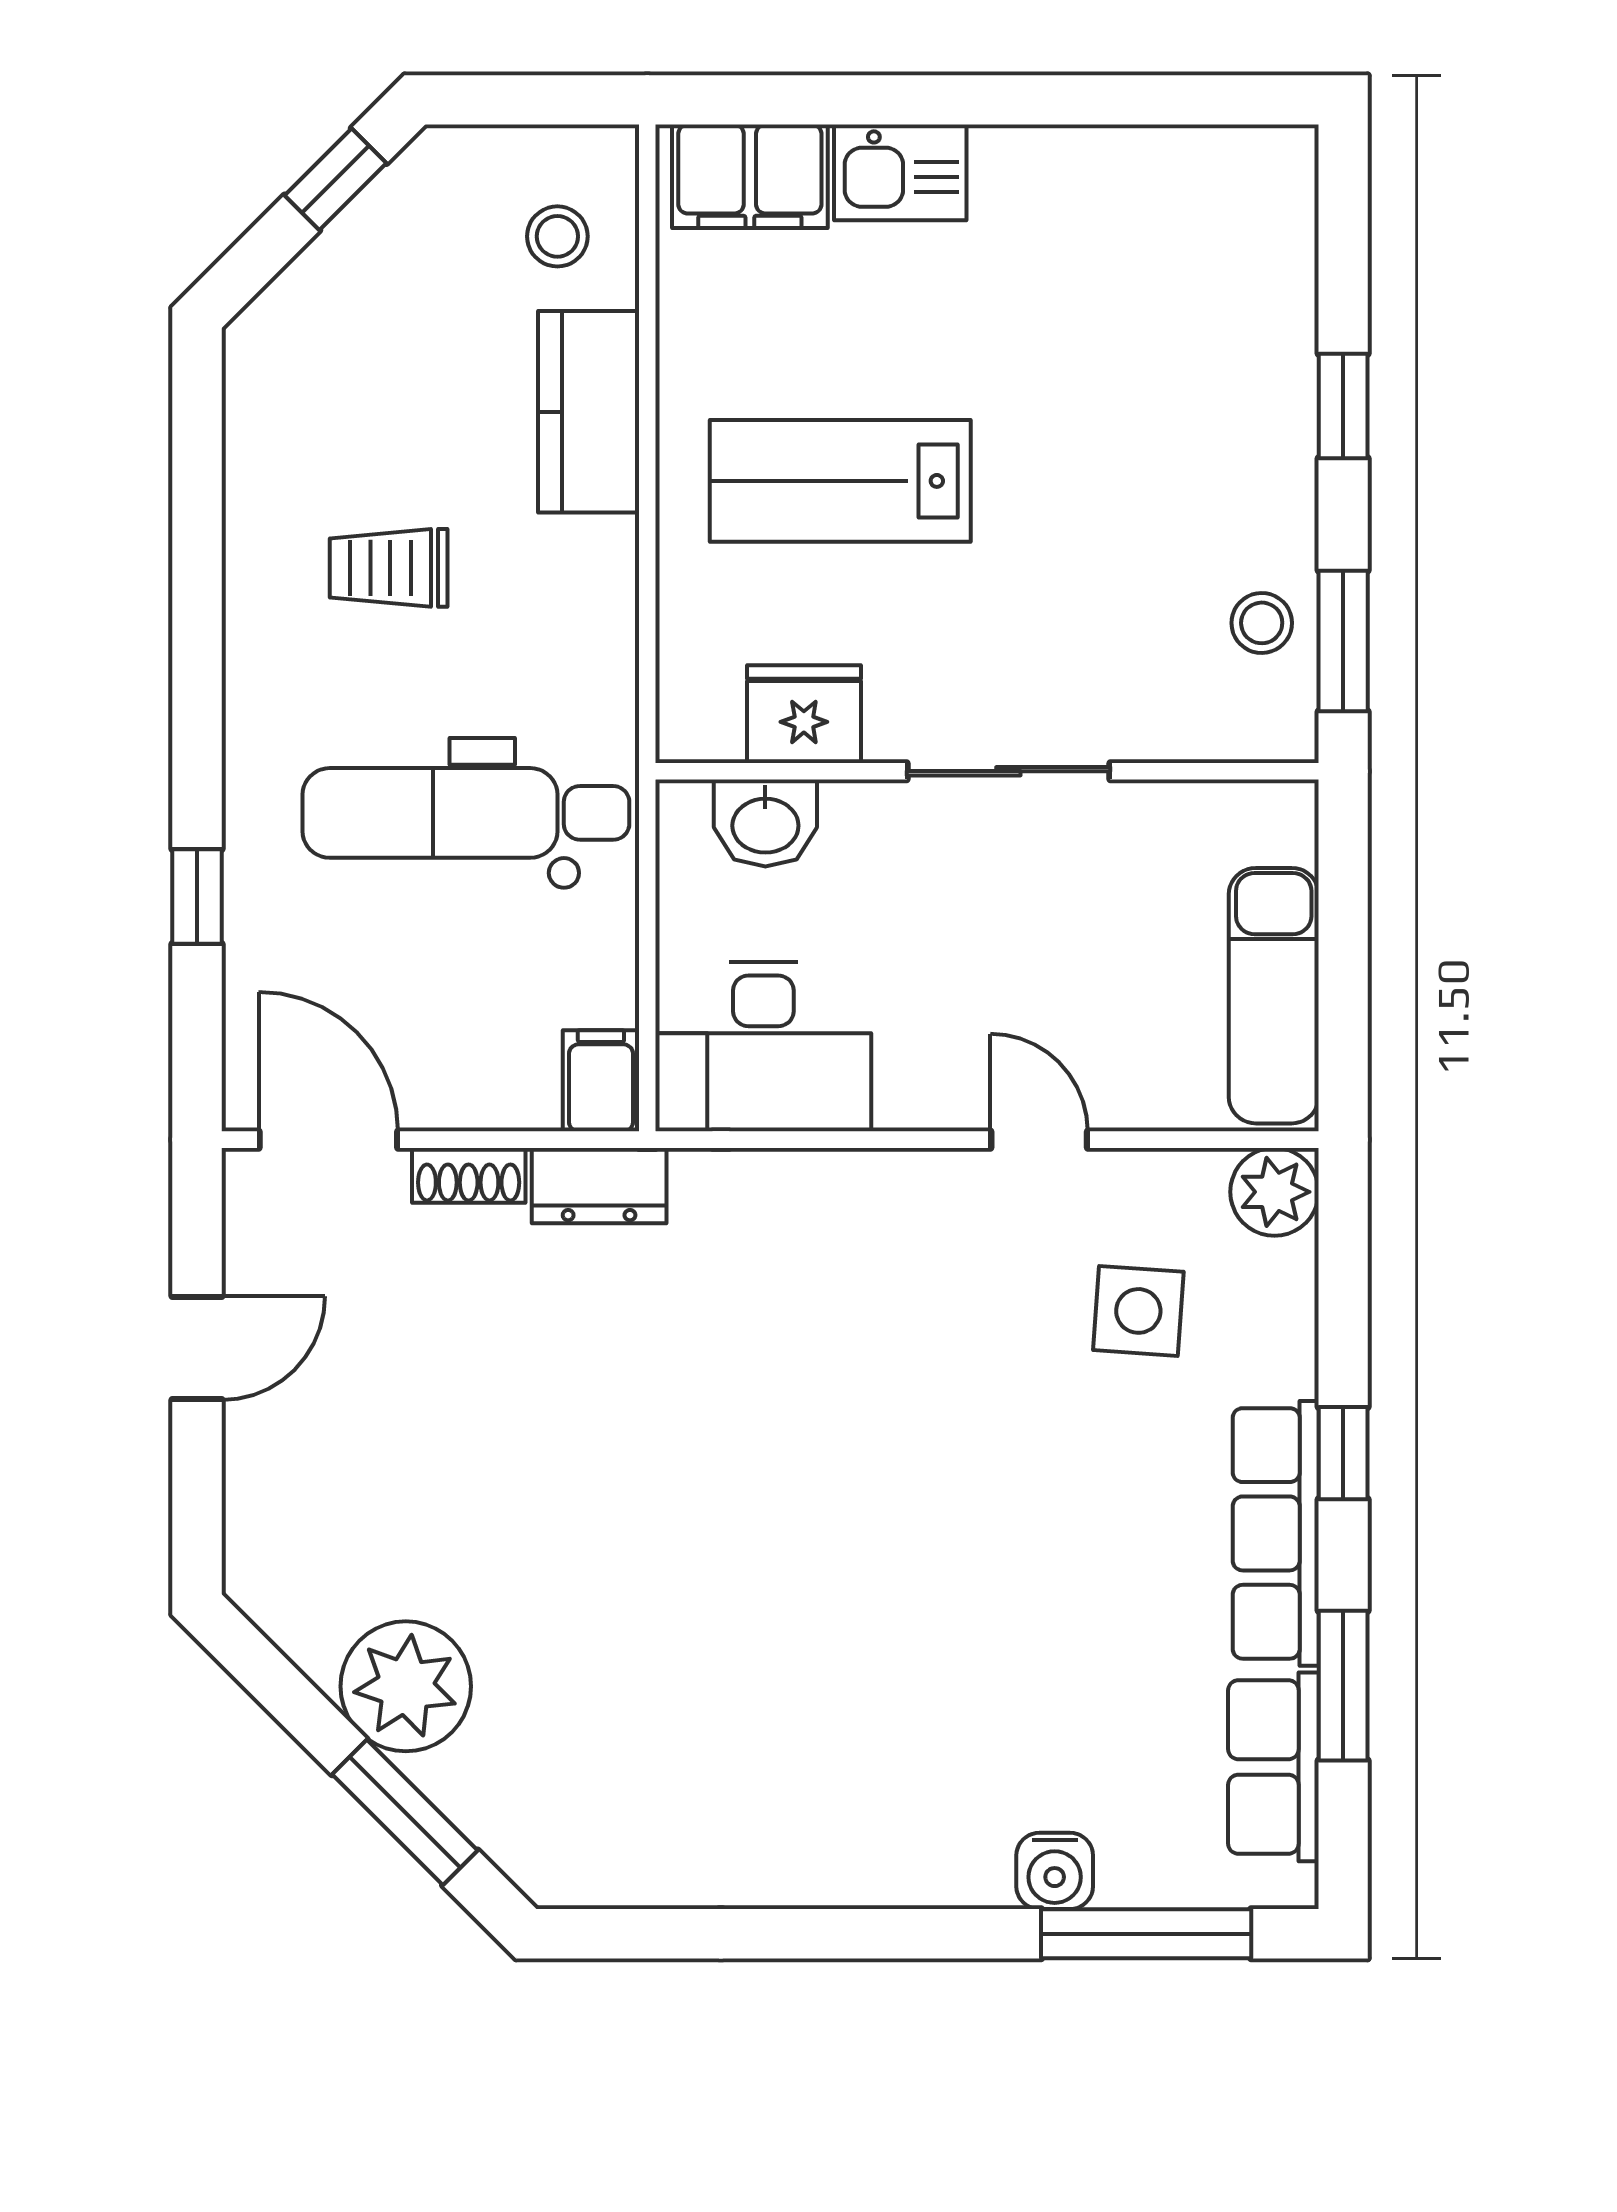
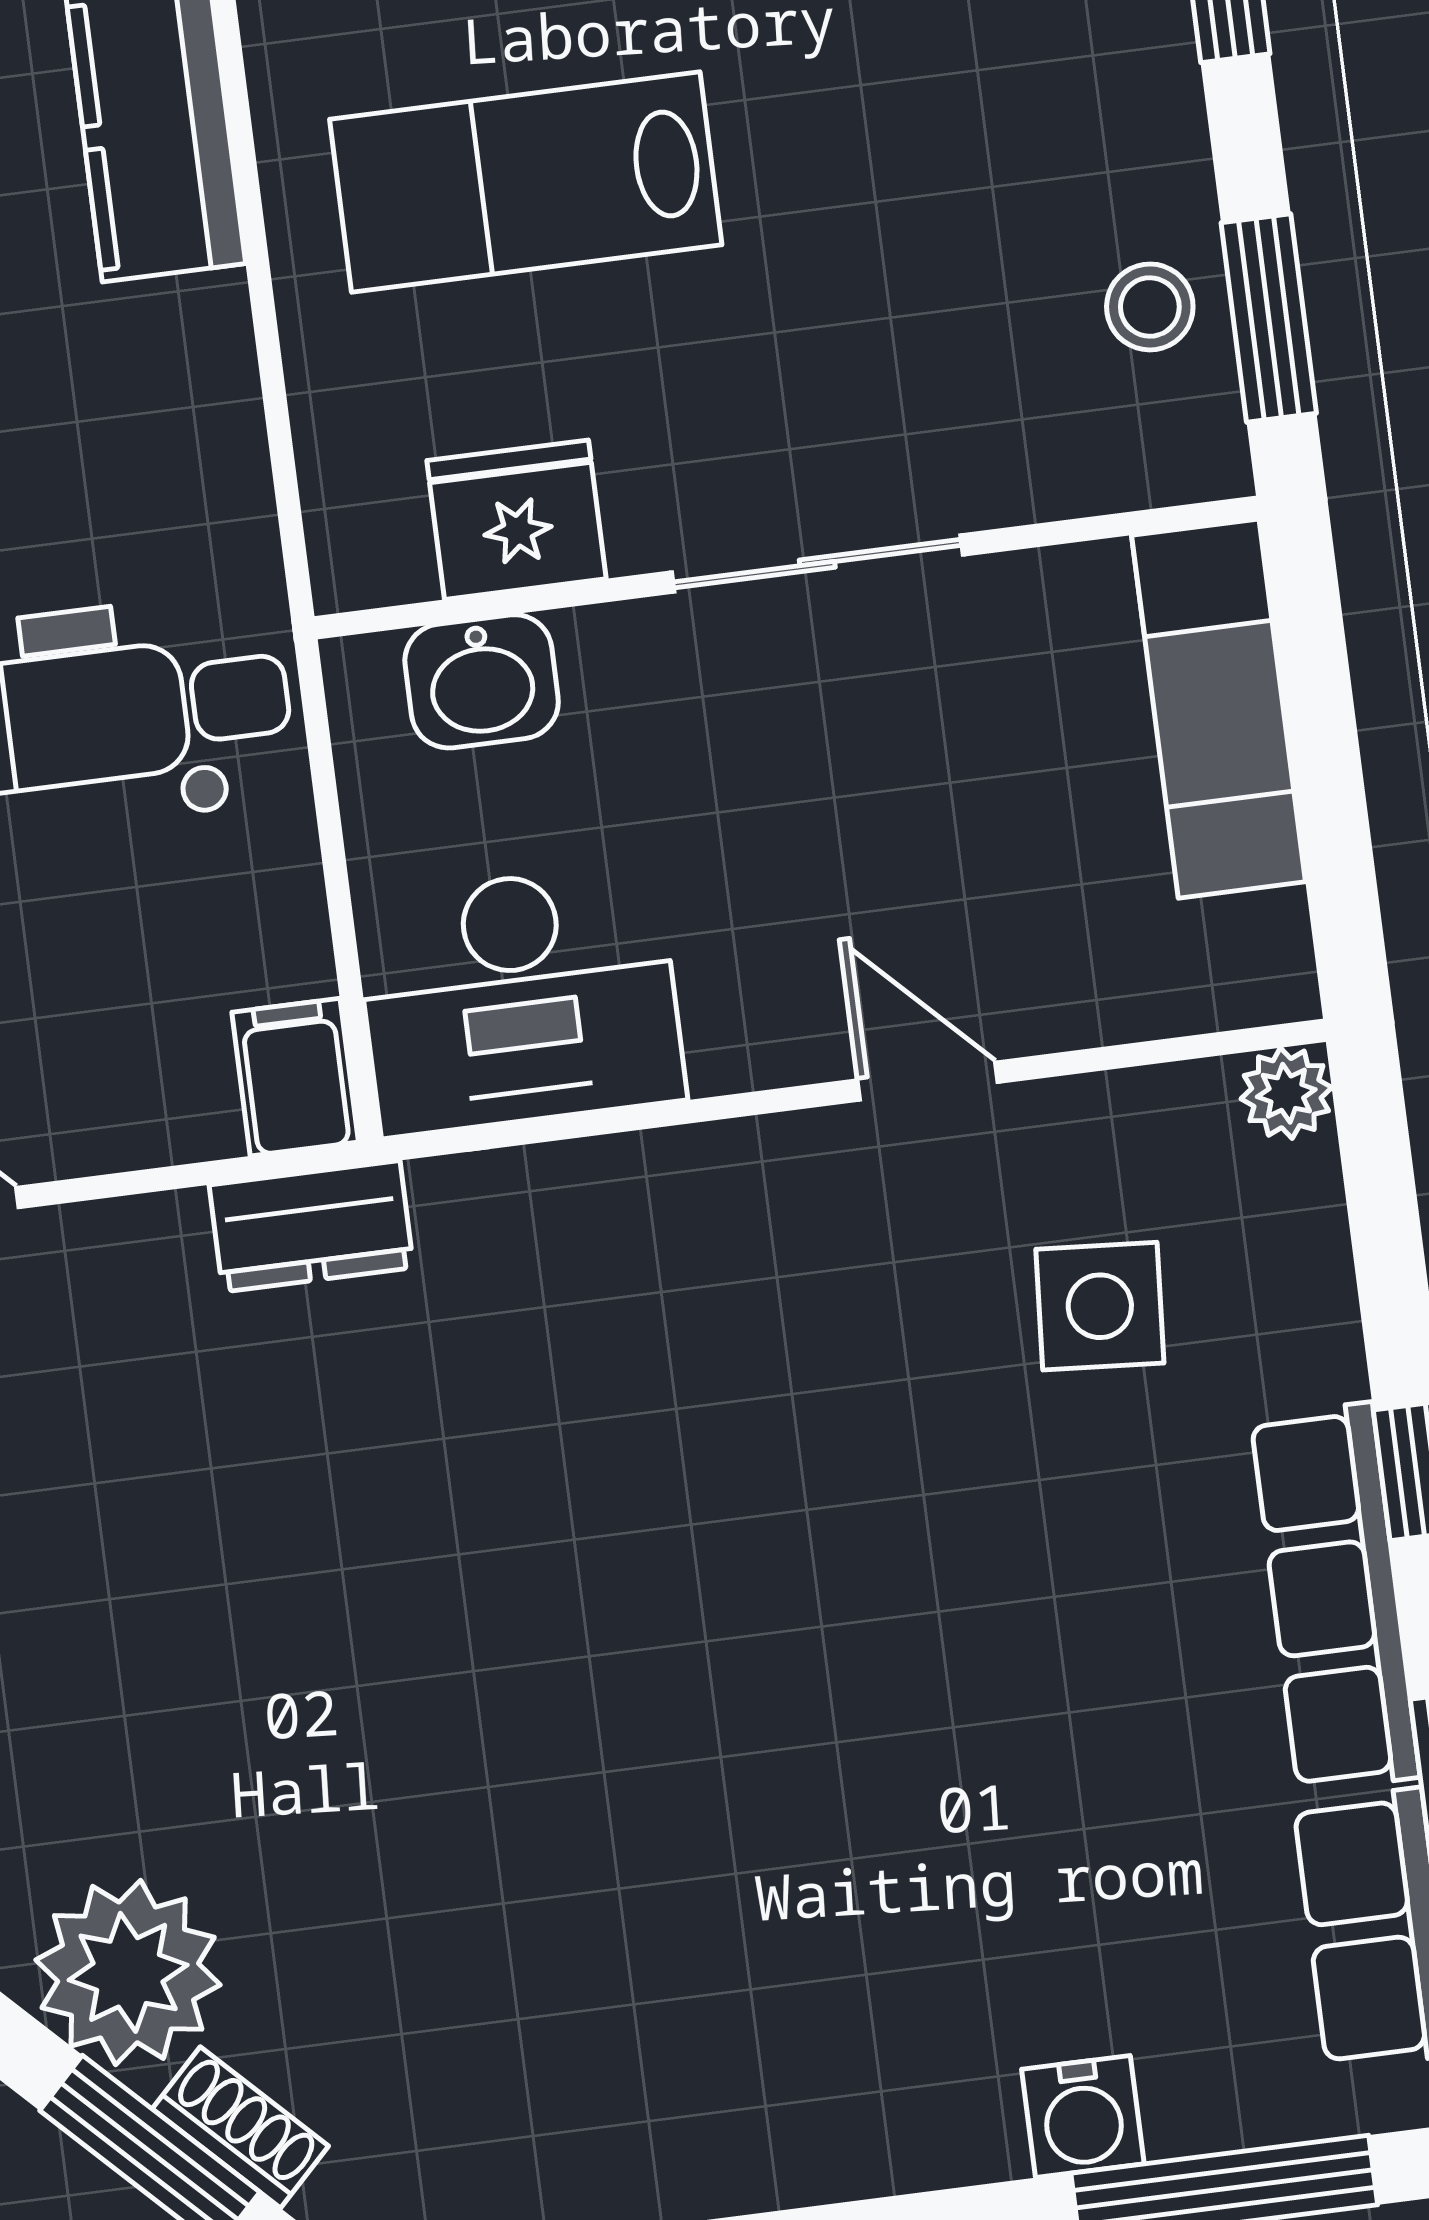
exam couch: (1274, 996) -> (1219, 709), moved
shoe rack: (469, 1175) -> (240, 2127), moved, turned -135
plant: (1274, 1192) -> (1286, 1093), width x0.73, depth x0.73

